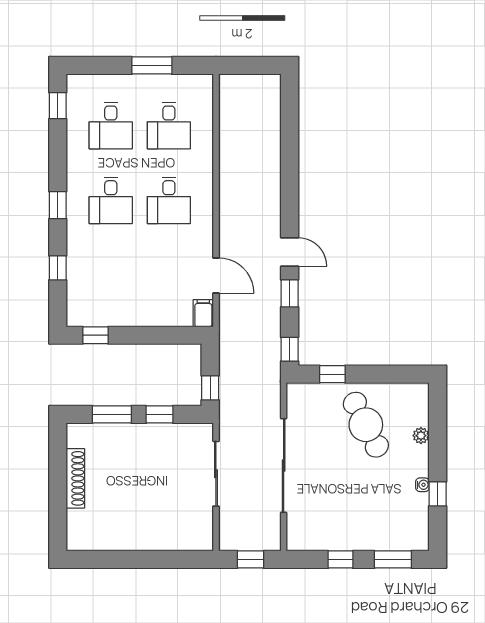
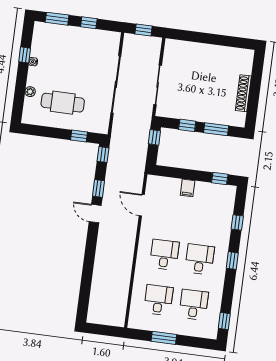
filing cabinet: (203, 313) -> (188, 188), moved
cafe table: (366, 425) -> (63, 103), turned -63

